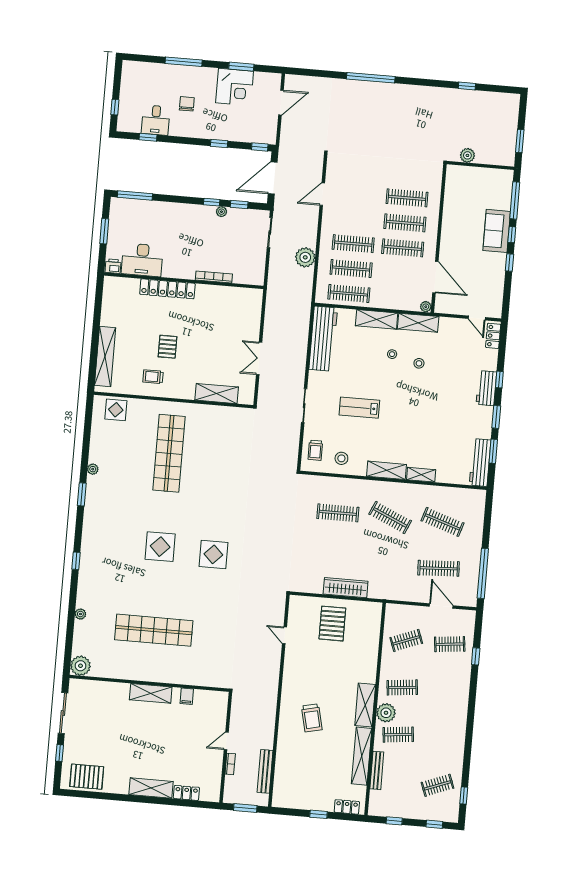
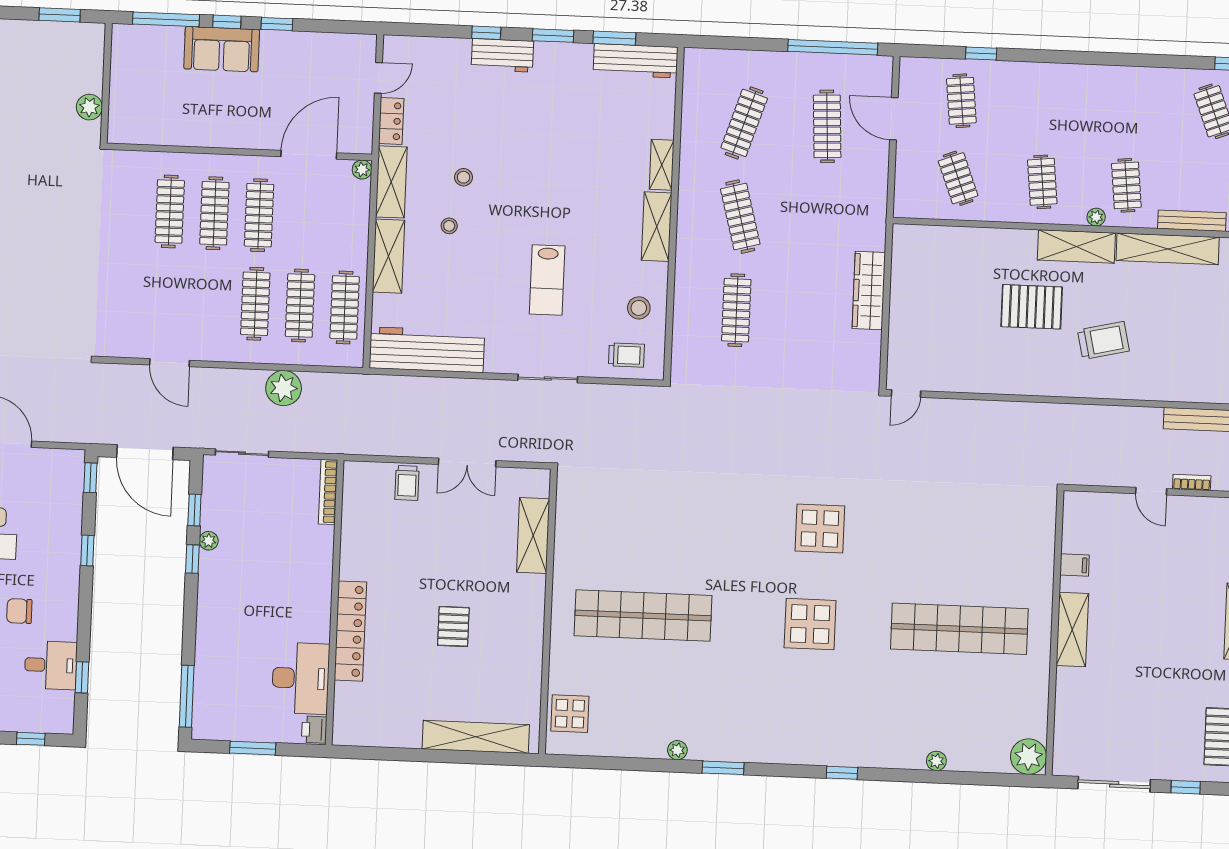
bookcase: (214, 277) -> (328, 492), moved
locker: (493, 336) -> (391, 121), moved, turned -90
pallet: (168, 347) -> (453, 626), turned 90
trolley: (153, 377) -> (407, 483), moved
clothes rail: (390, 517) -> (740, 217), turned -39
door: (441, 606) -> (894, 119), hinge flipped
pallet: (332, 624) -> (1032, 307), moved
shop shelf: (154, 630) -> (959, 629), turned 90
door: (284, 635) -> (906, 393), moved
plant: (386, 713) -> (1096, 217), width x0.53, depth x0.53

